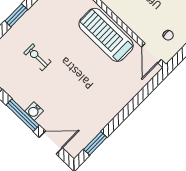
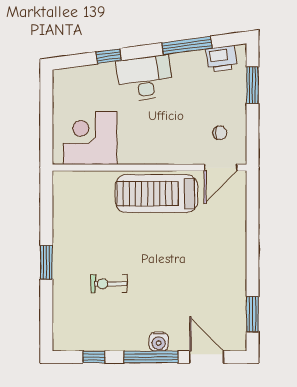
door: (151, 53) -> (221, 168), hinge flipped
door: (51, 143) -> (207, 357), hinge flipped

